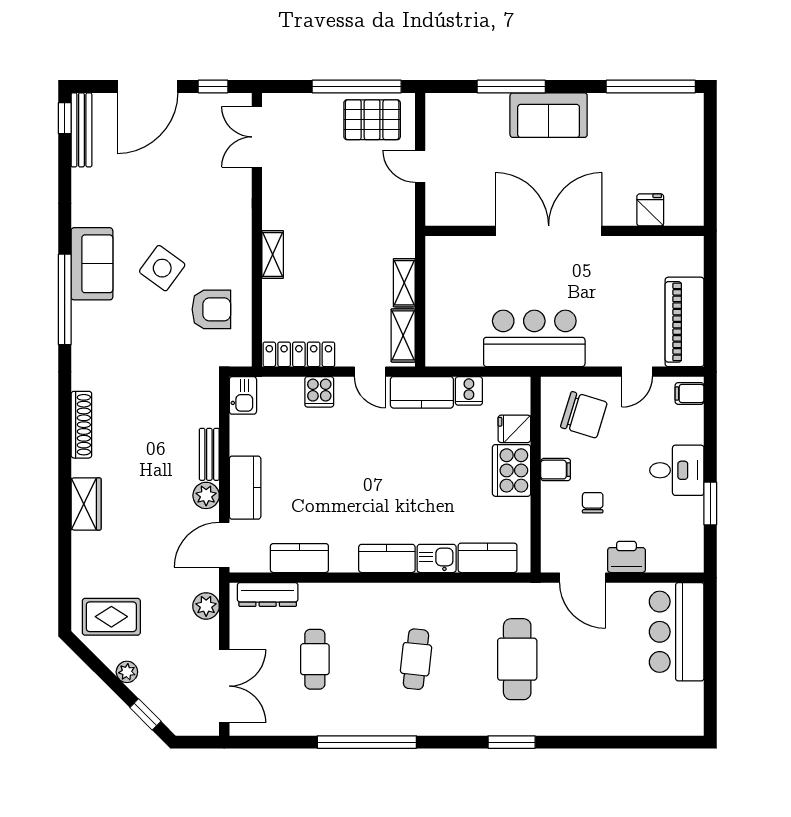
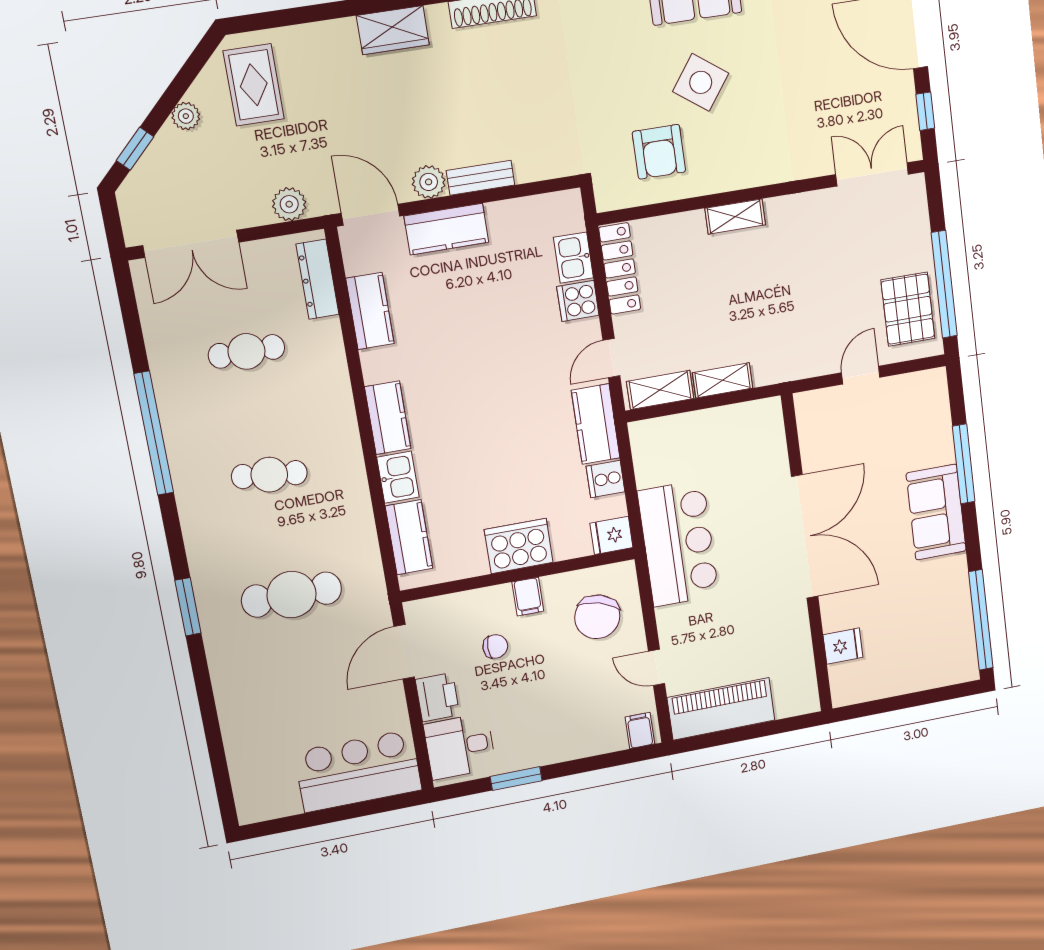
kitchen sink: (243, 395) -> (573, 258), moved, turned 90
fridge: (514, 429) -> (611, 535), moved, turned -90
desk: (677, 470) -> (460, 746), moved, turned 90

